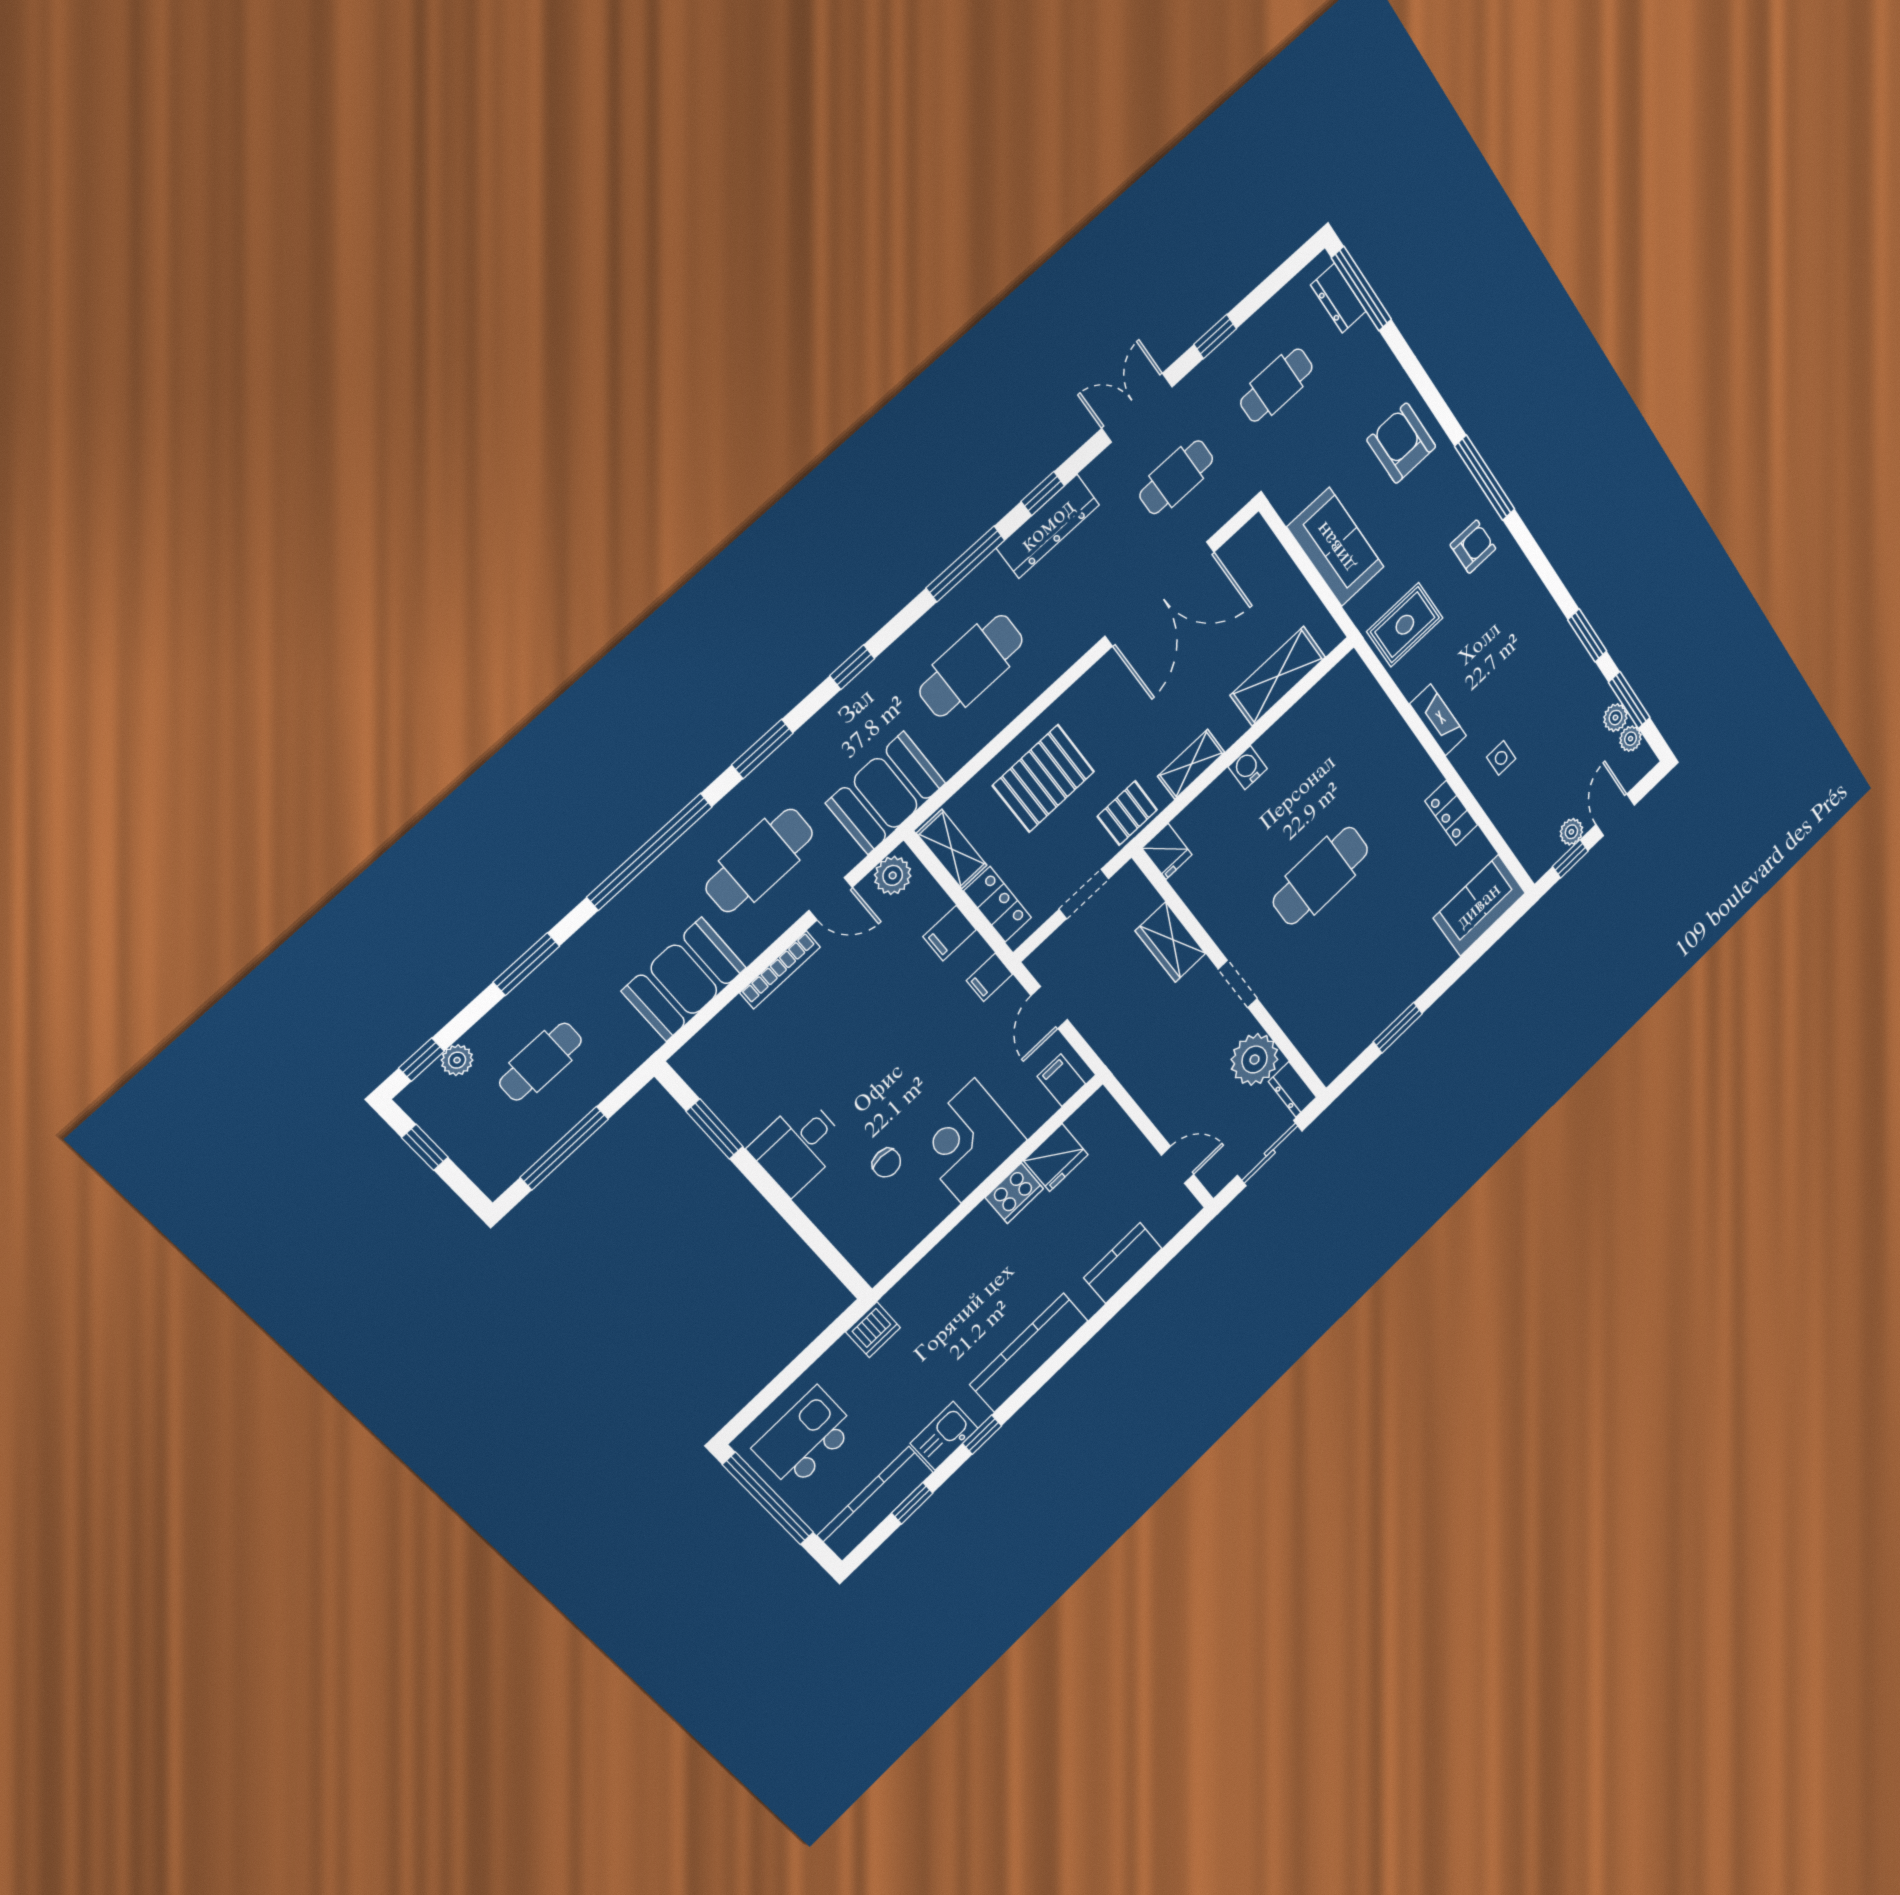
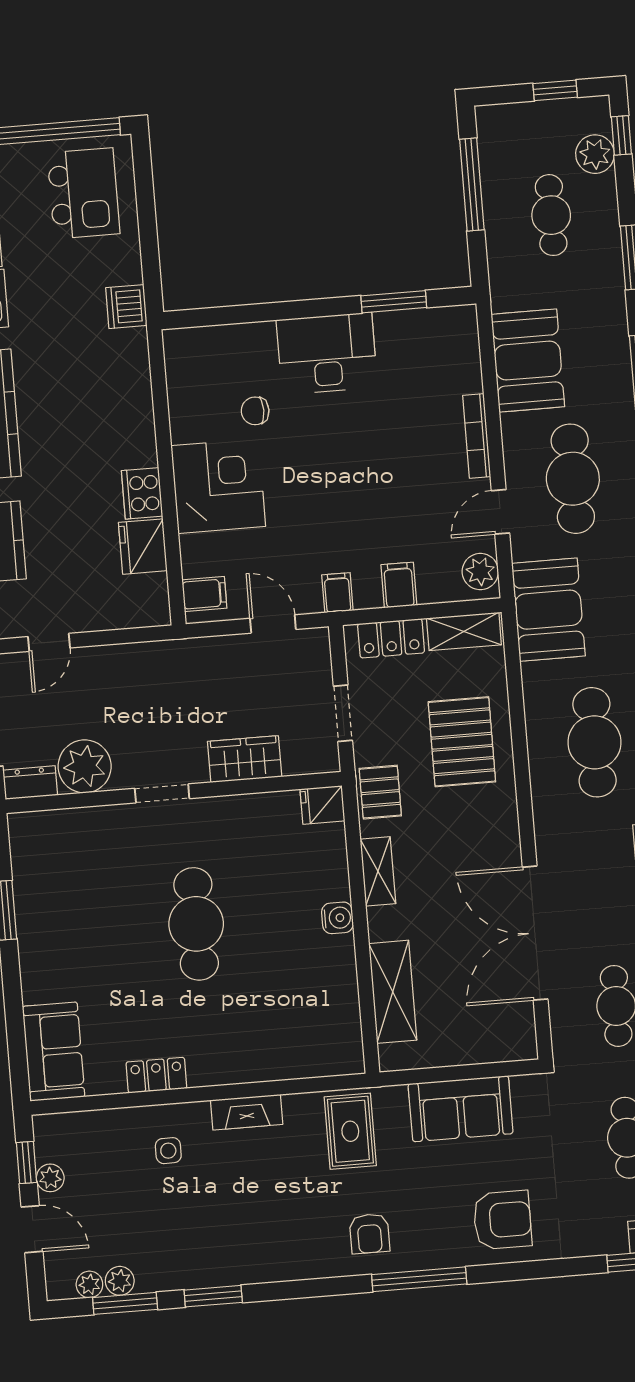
plant: (457, 1060) -> (595, 154), width x1.38, depth x1.38
desk: (798, 1146) -> (327, 353), width x1.37

